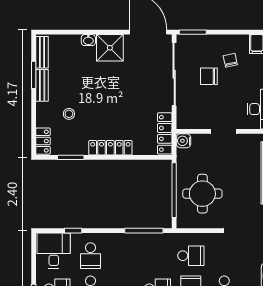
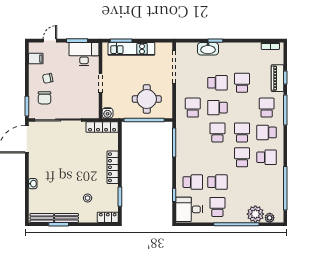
shower: (110, 48) -> (38, 168), removed
chair: (209, 76) -> (45, 98), moved

